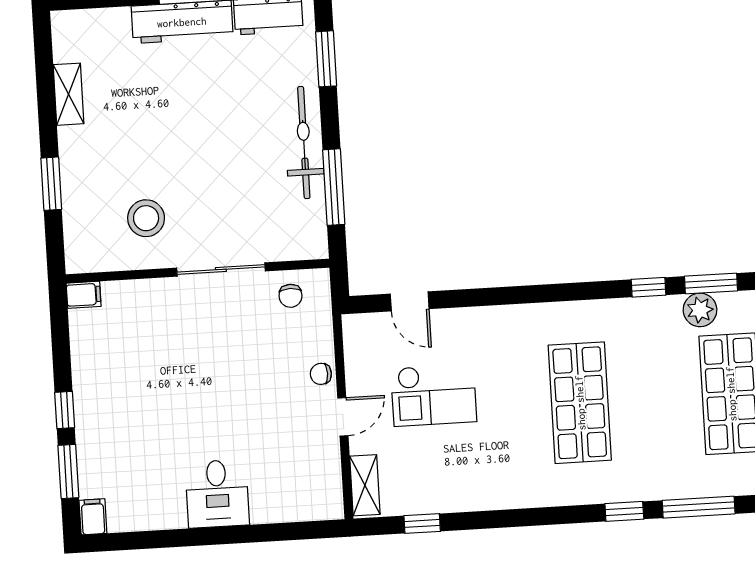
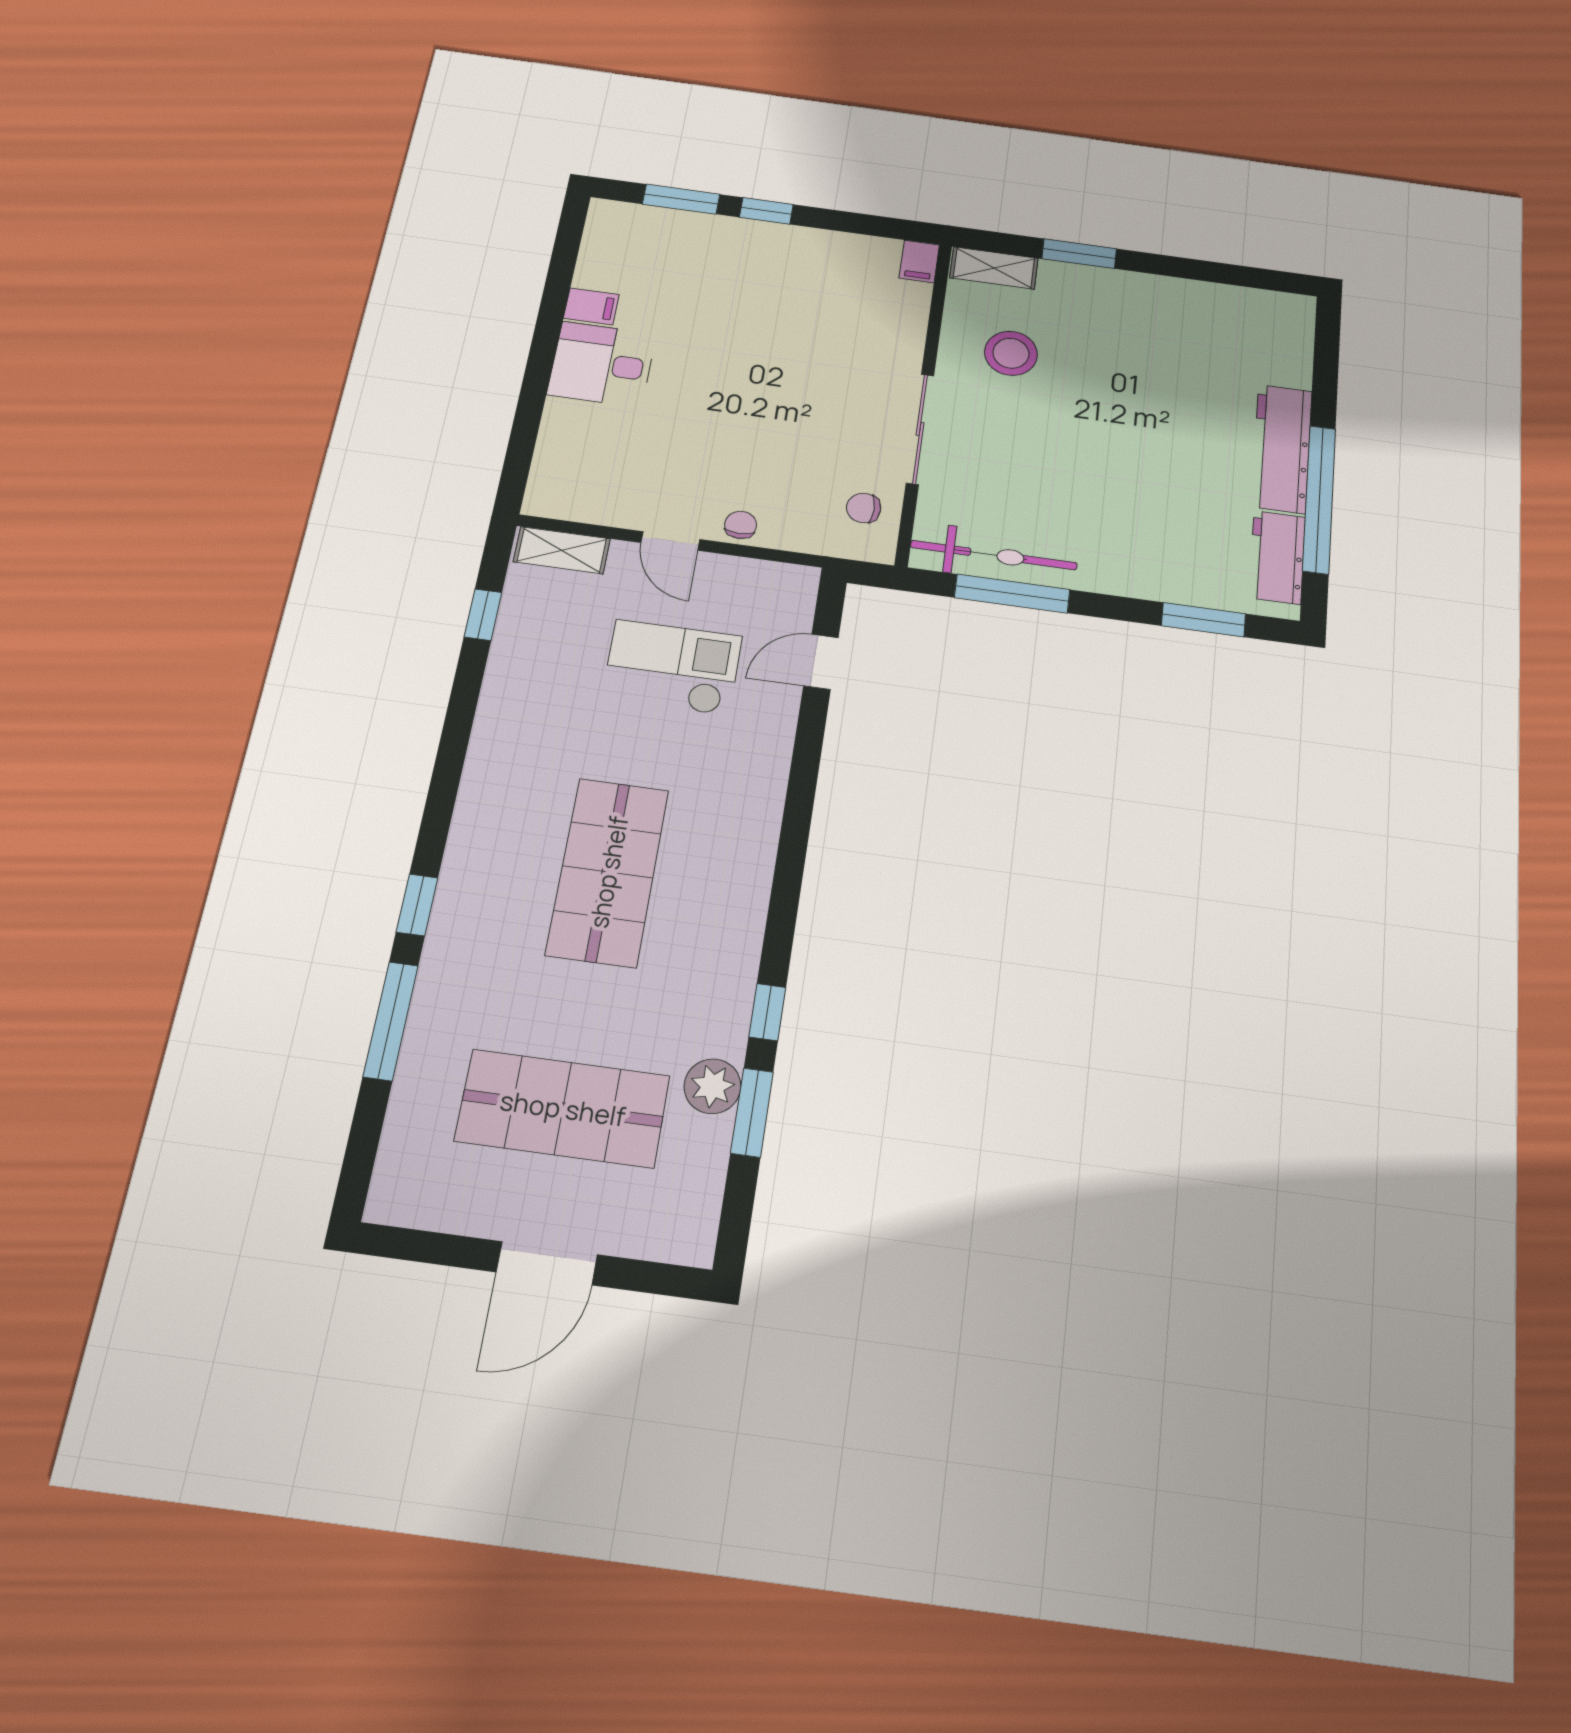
shelving: (69, 94) -> (994, 268), moved
bicycle: (304, 143) -> (994, 555), moved
checkout: (434, 395) -> (672, 667), turned 90
shop shelf: (580, 403) -> (608, 872), turned 90
filing cabinet: (93, 517) -> (591, 306), moved

